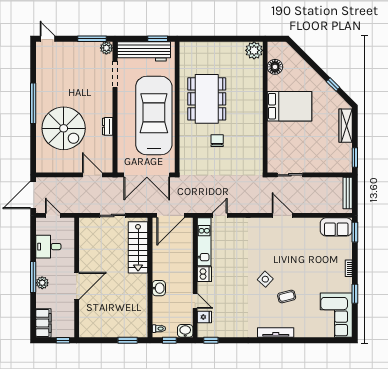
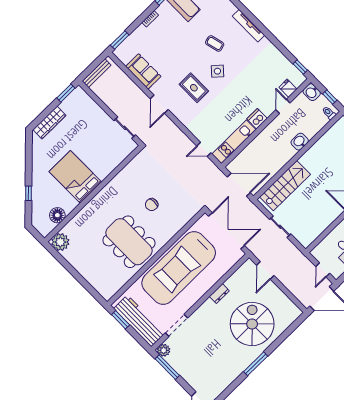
window: (333, 85) -> (29, 193), moved
dining table: (207, 99) -> (129, 242), turned 90
window: (33, 103) -> (256, 364), width x0.68
sofa: (336, 227) -> (143, 71), moved
rug: (270, 251) -> (194, 88), added

